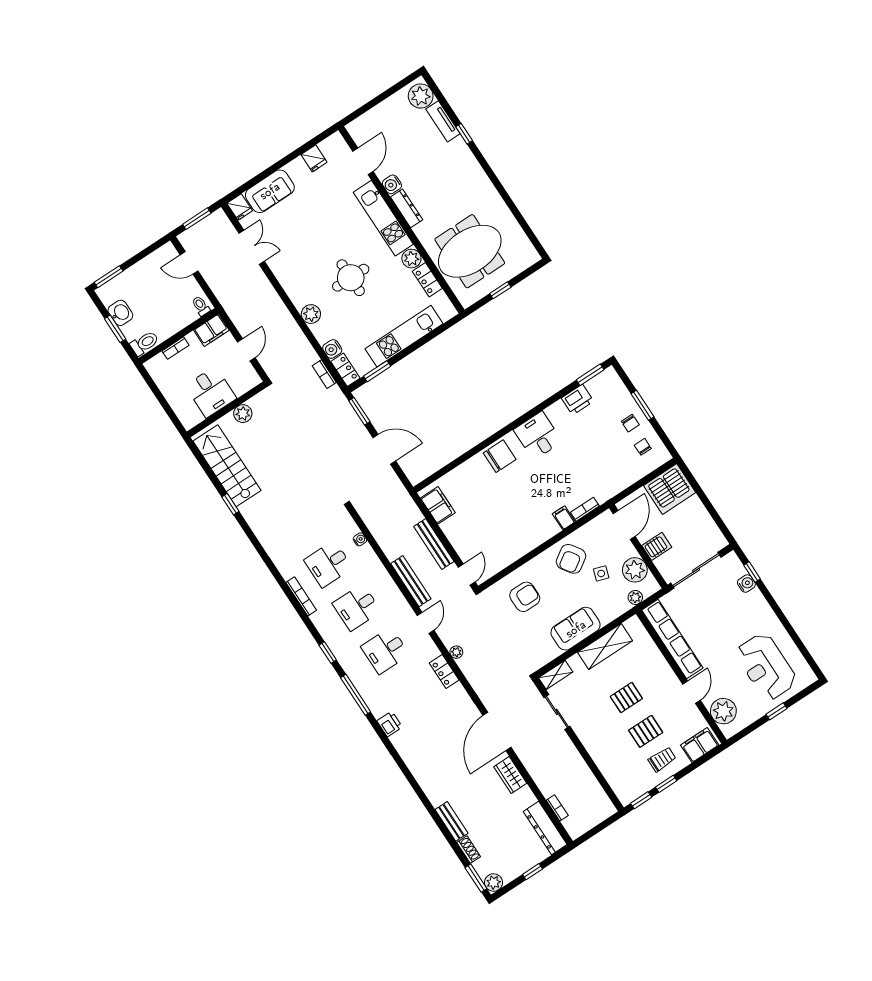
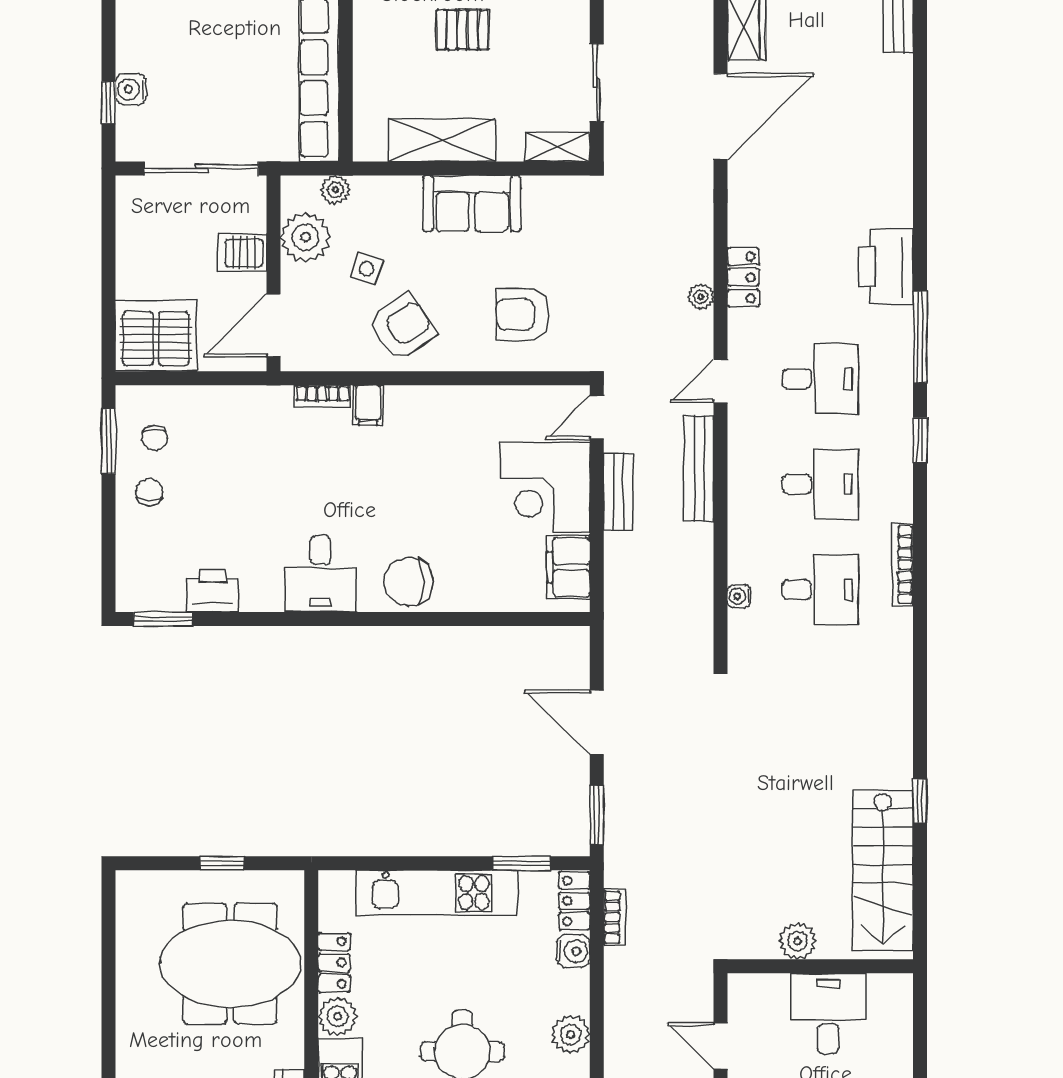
door: (246, 350) -> (721, 1046), hinge flipped
window: (642, 405) -> (108, 441), moved
corner desk: (469, 532) -> (545, 487), added
bench: (434, 544) -> (618, 492), width x0.73
printer: (390, 724) -> (886, 267), width x1.87, depth x1.48

